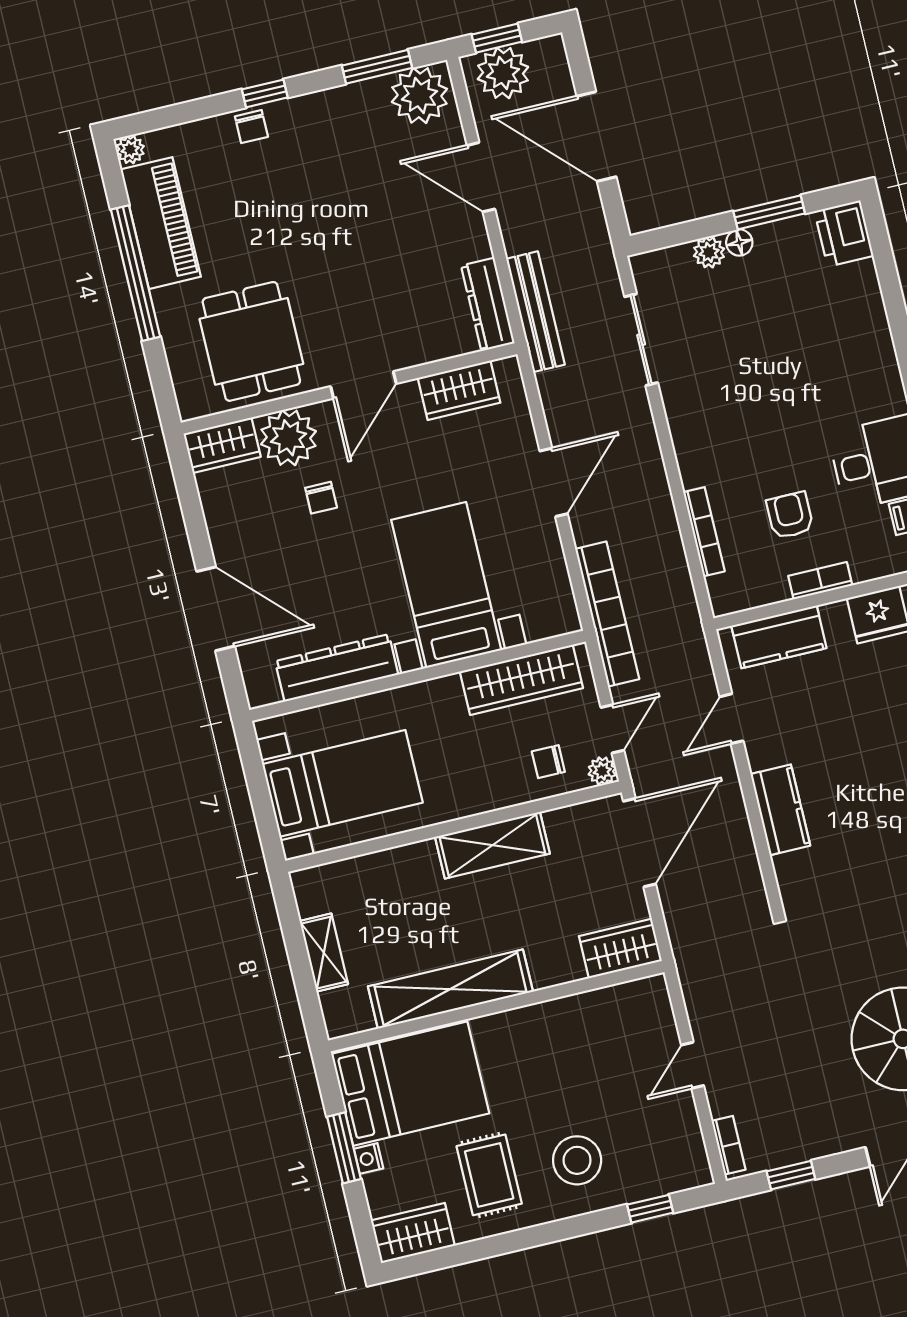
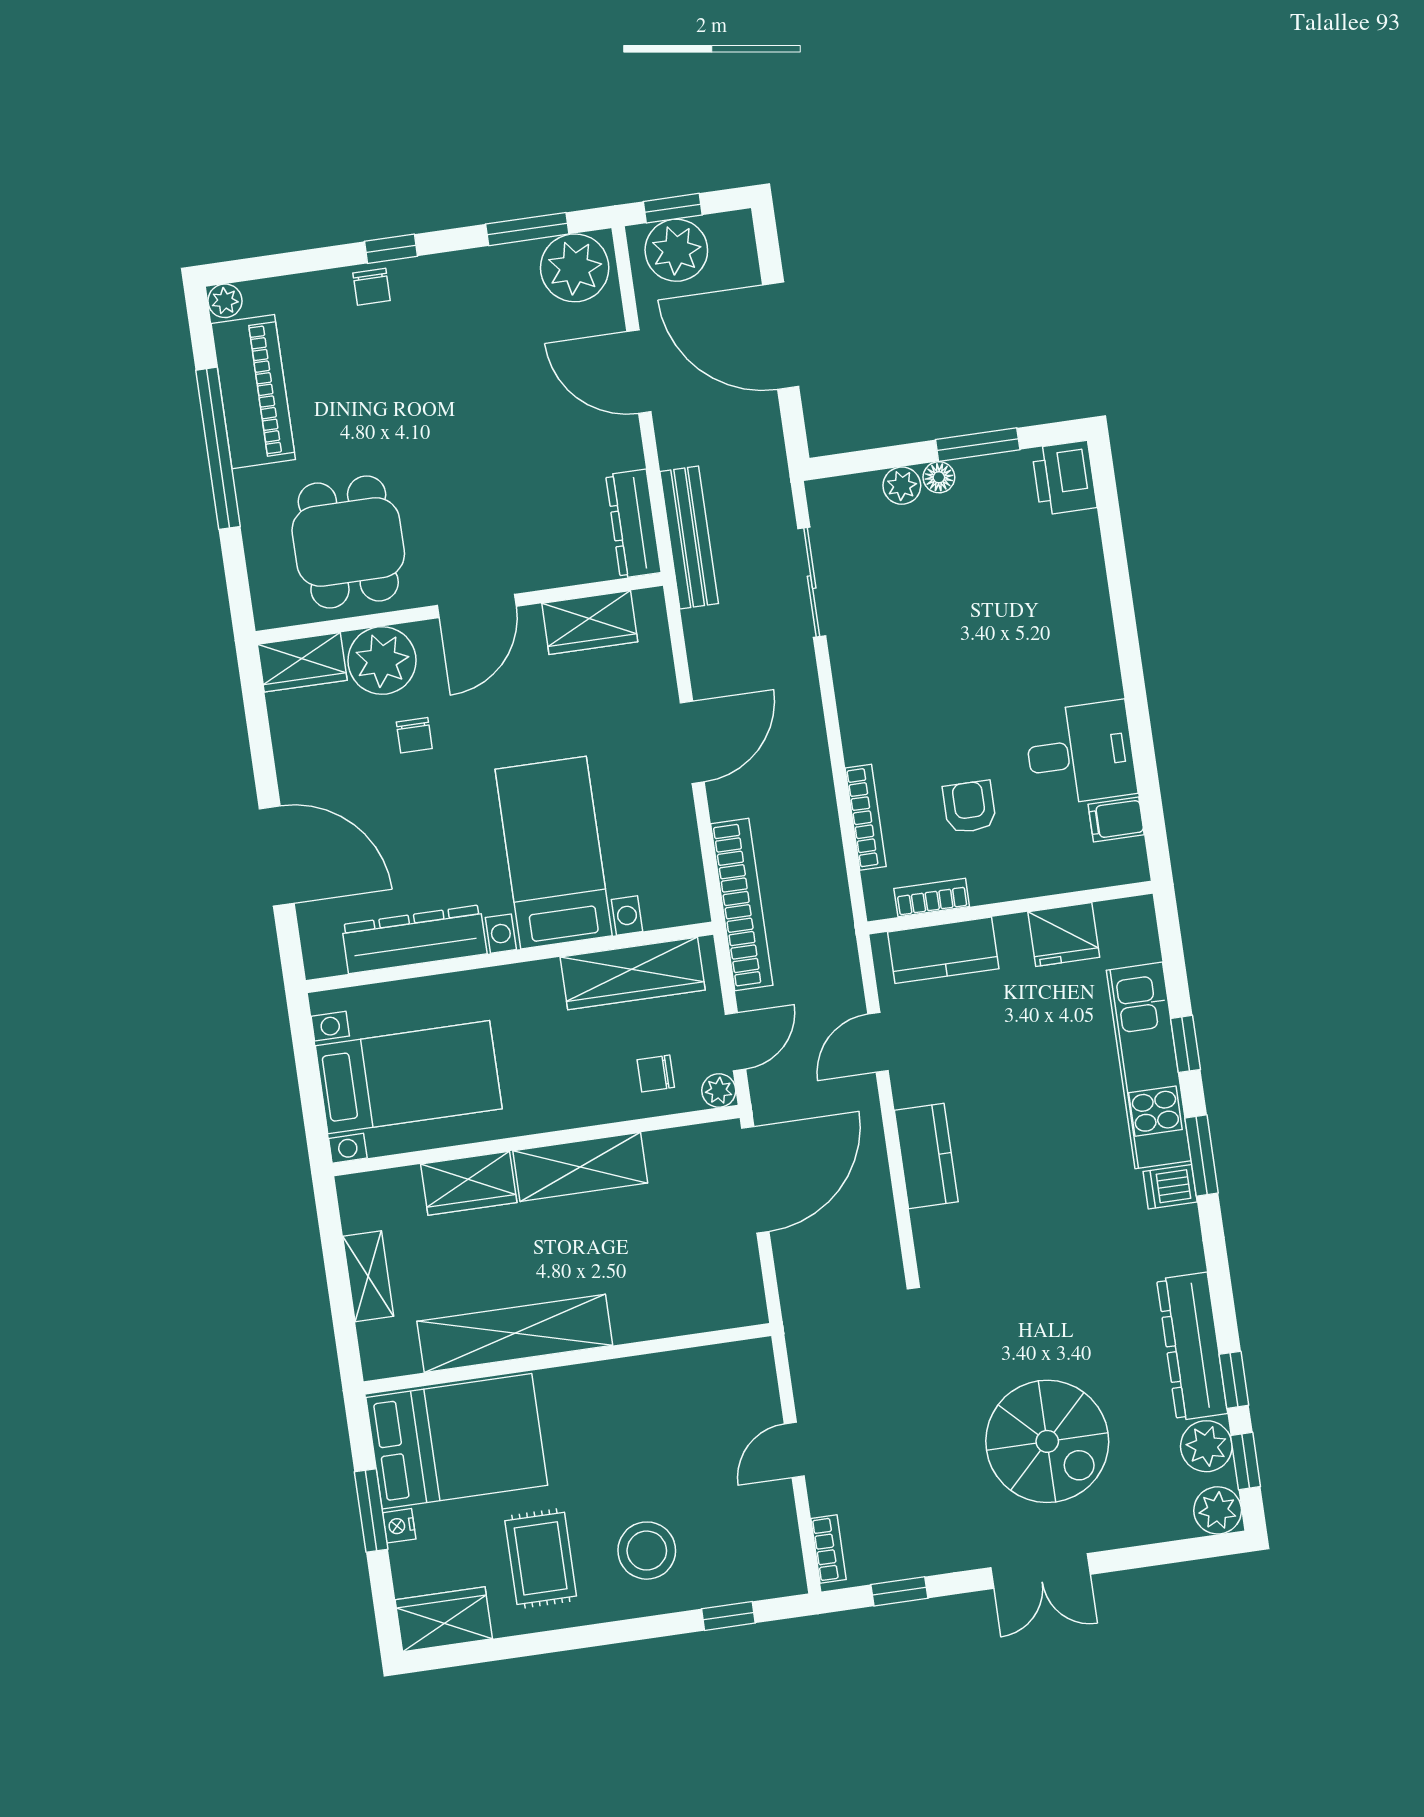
bookcase: (820, 581) -> (932, 898), moved
wardrobe: (620, 949) -> (469, 1183), moved, turned 180

